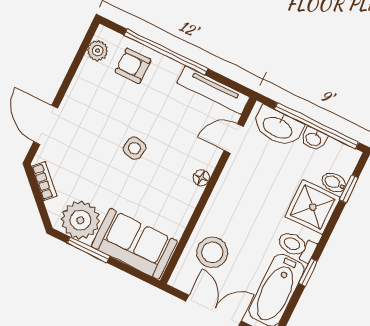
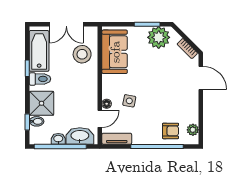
tv unit: (213, 90) -> (117, 139), width x0.71
side table: (134, 148) -> (129, 101), moved
floor lamp: (201, 178) -> (107, 104), moved
sofa: (134, 244) -> (115, 52), moved, turned -90

